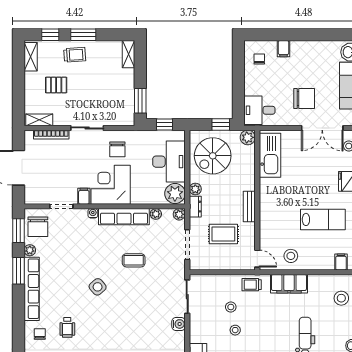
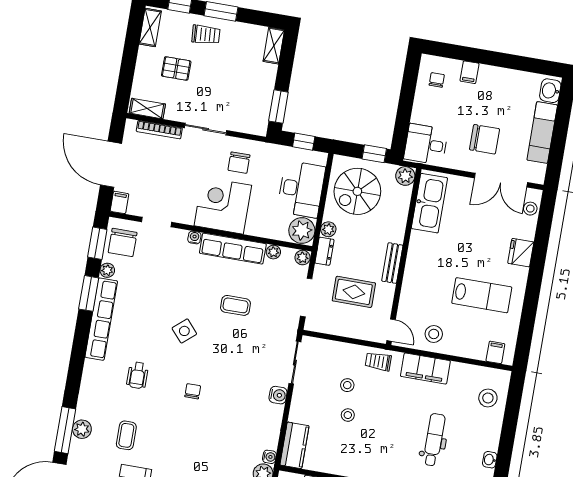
filing cabinet: (84, 196) -> (119, 202), moved
chair: (40, 334) -> (193, 391), moved

